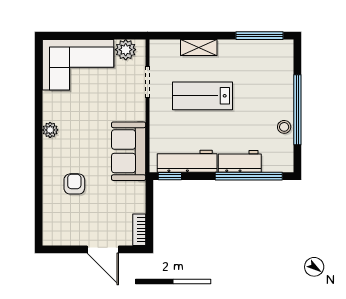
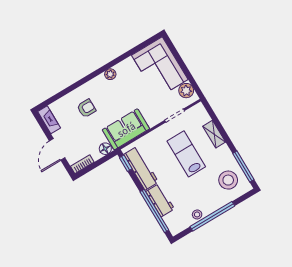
stool: (265, 64) -> (228, 180), added
floor lamp: (137, 190) -> (105, 149), added
fireplace: (61, 238) -> (49, 120), added

